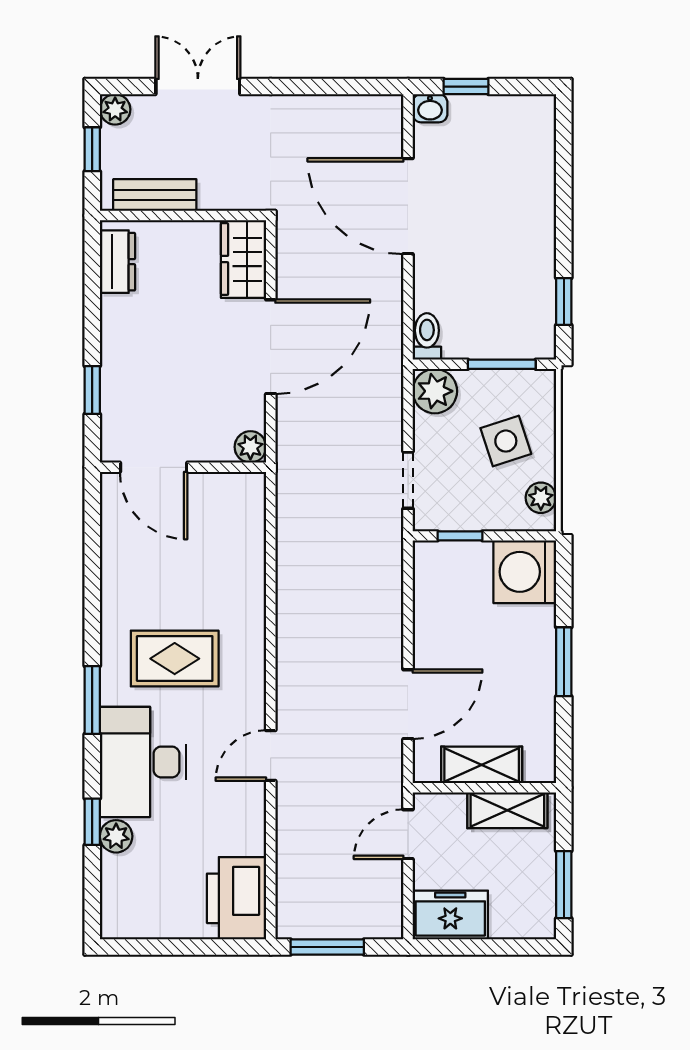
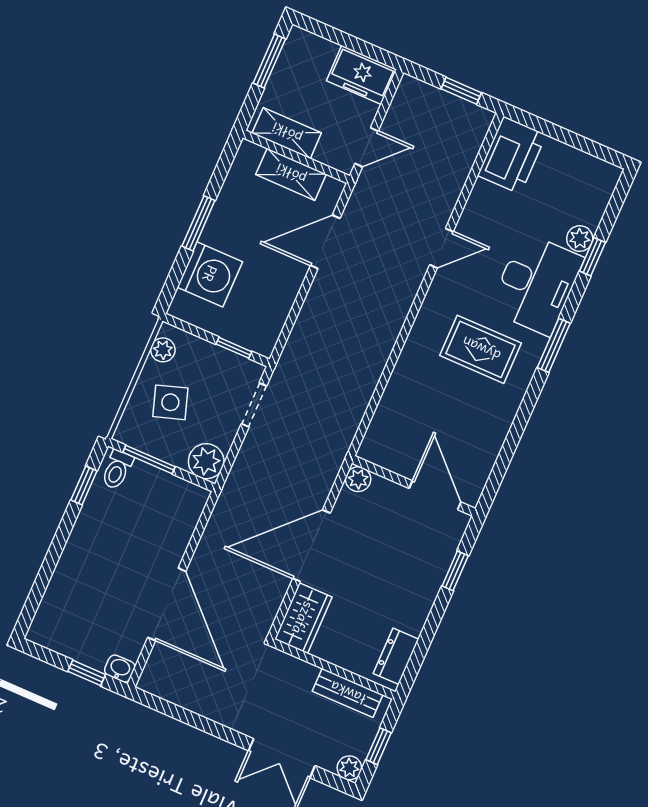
toilet: (427, 336) -> (117, 470), moved
washing machine: (525, 572) -> (210, 274), moved
window: (327, 947) -> (461, 91), width x0.67

